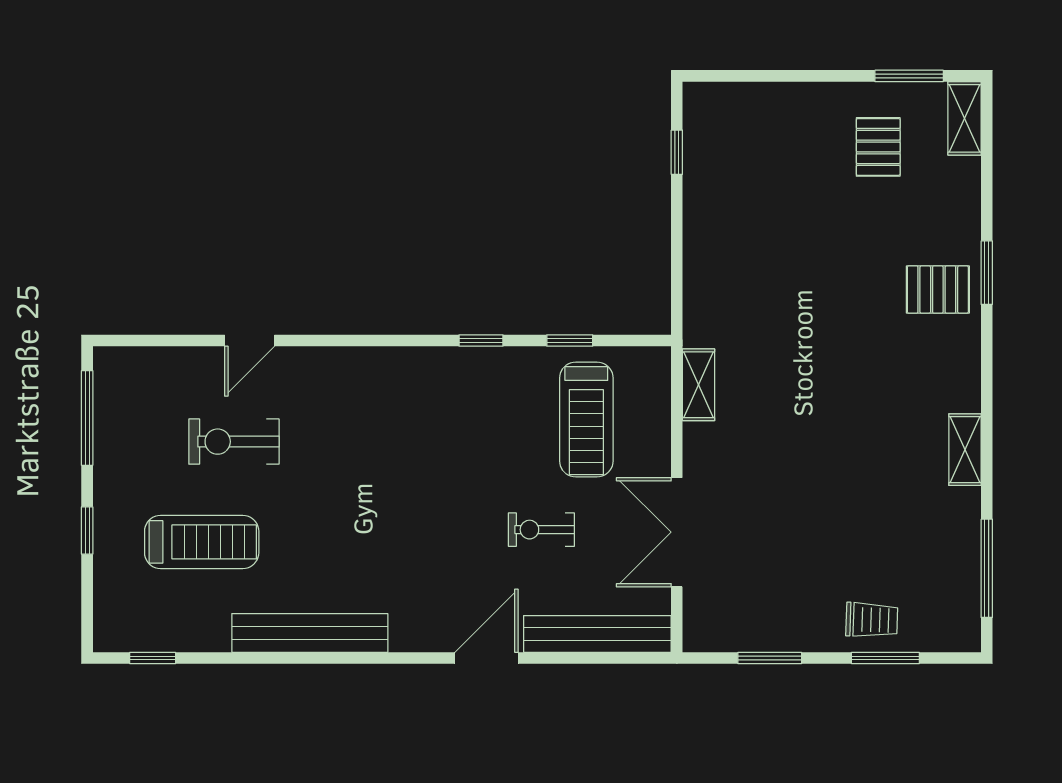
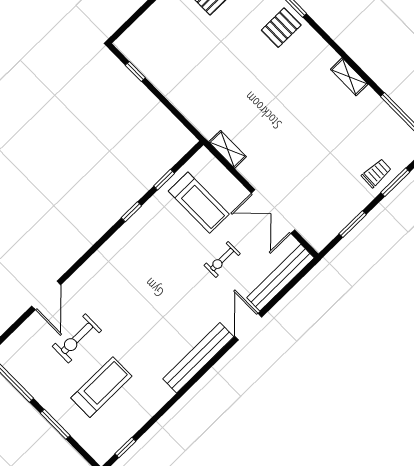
door: (250, 340) -> (46, 295), width x1.38
window: (87, 531) -> (55, 424), width x1.50
bench: (310, 633) -> (198, 358), moved

